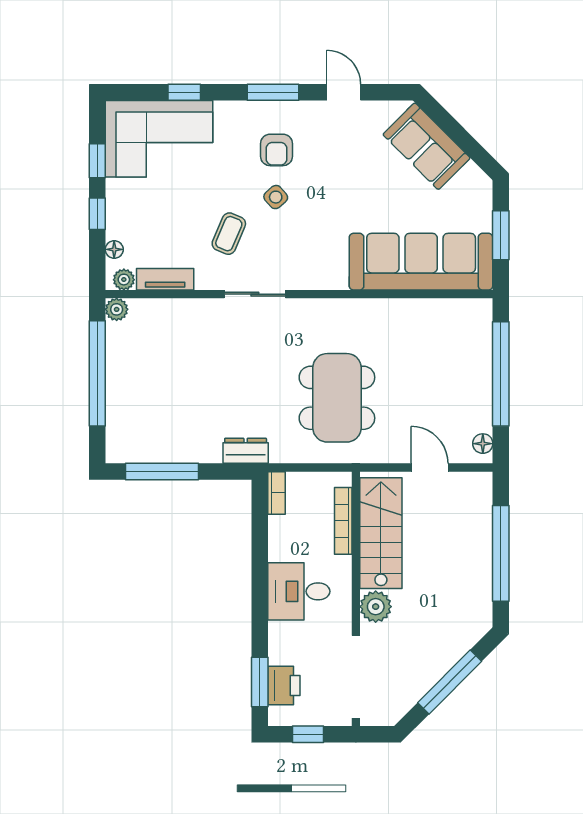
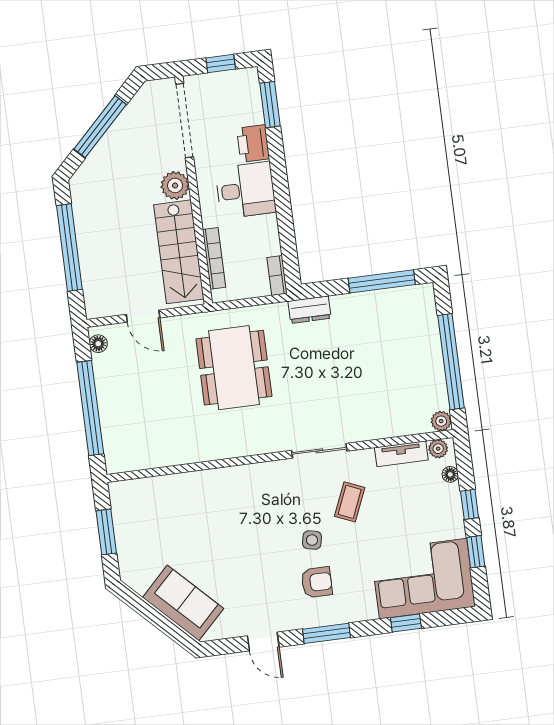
armchair: (276, 150) -> (317, 582), turned 90
side table: (276, 197) -> (312, 540), turned -37
sofa: (421, 262) -> (175, 499), removed
printer: (284, 685) -> (253, 144), moved

